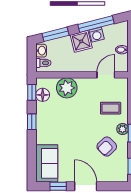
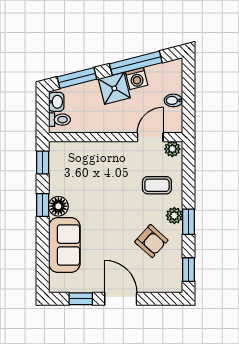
plant: (67, 88) -> (172, 149), moved, width x0.53, depth x0.53
floor lamp: (43, 95) -> (58, 206), moved
armchair: (107, 147) -> (151, 241), turned -94
sofa: (47, 163) -> (64, 245), moved

